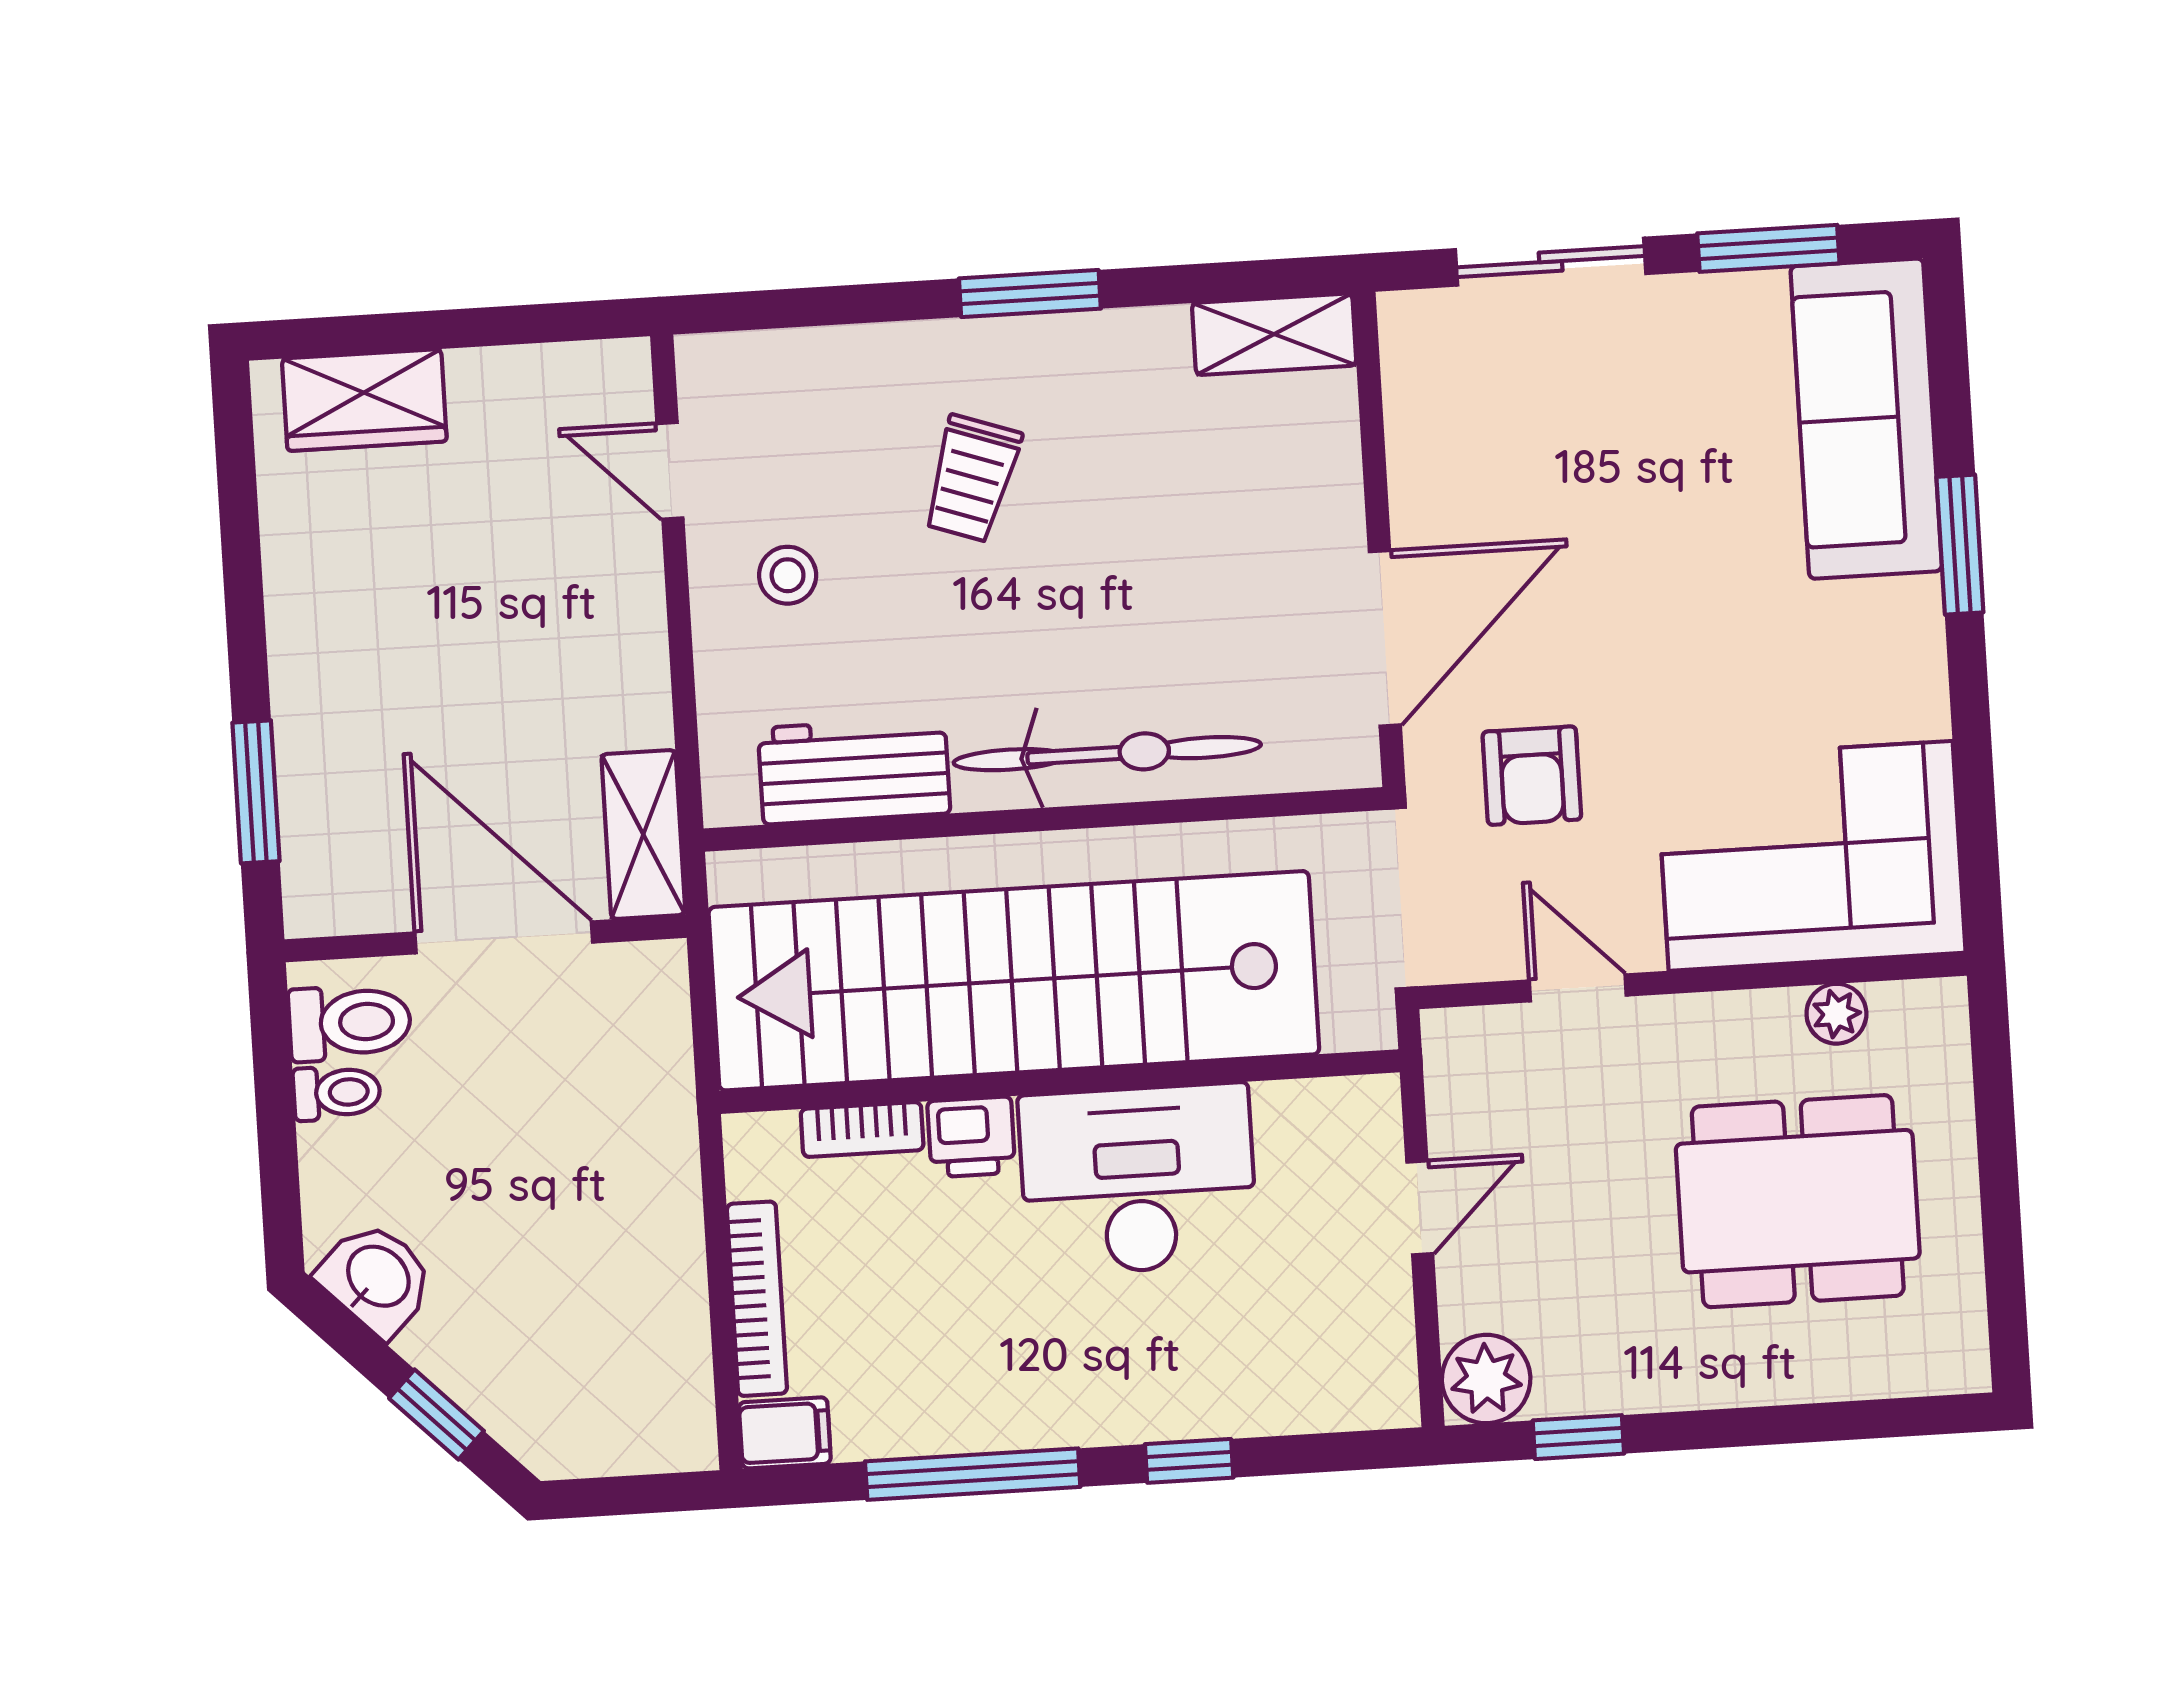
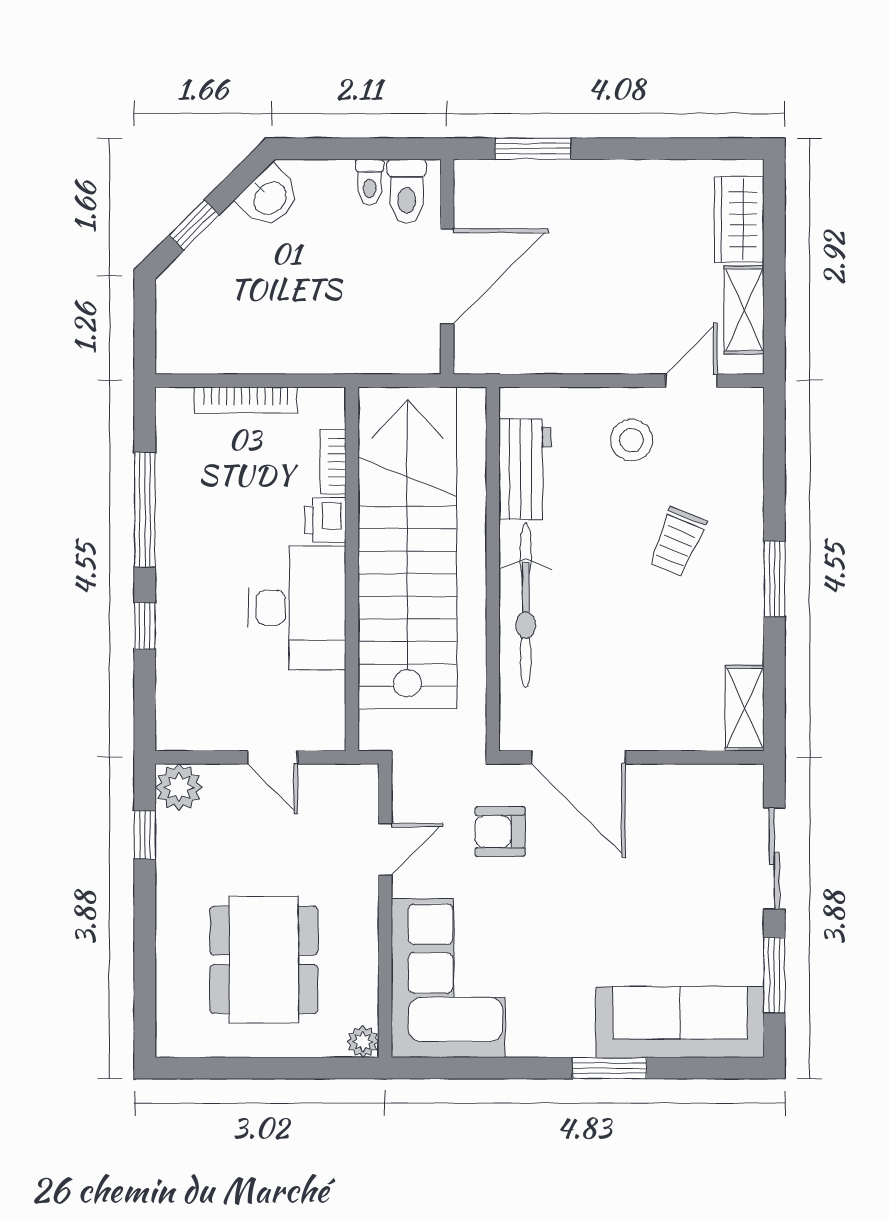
trolley: (972, 479) -> (677, 542), turned -87
stool: (788, 575) -> (632, 440), width x1.37, depth x1.37
shelving: (643, 834) -> (744, 310), moved, turned 90
plant: (1836, 1014) -> (363, 1042), moved
filing cabinet: (785, 1433) -> (173, 411), removed

